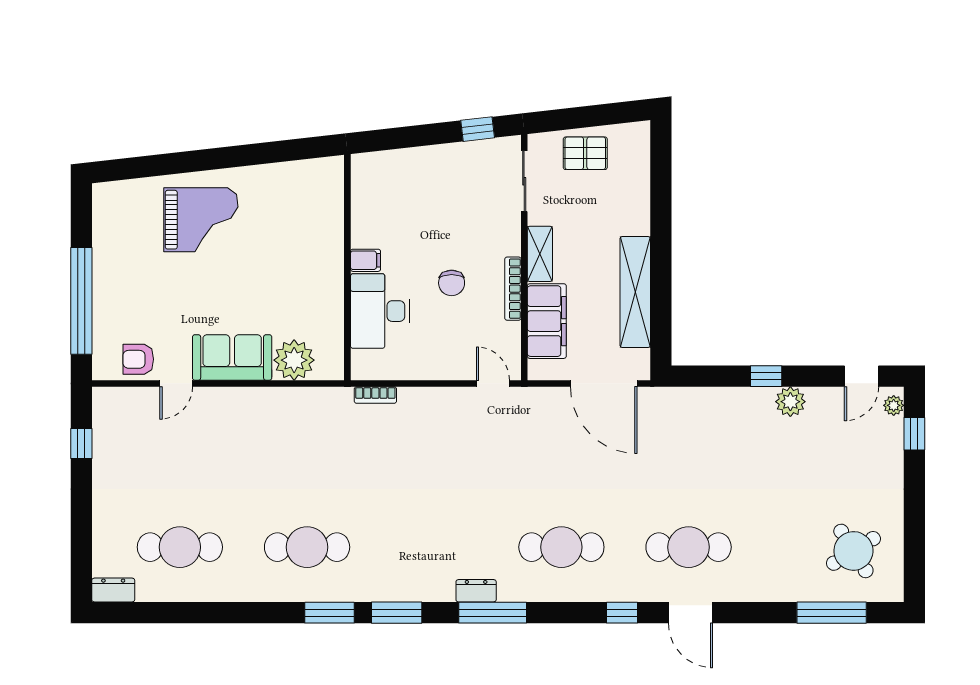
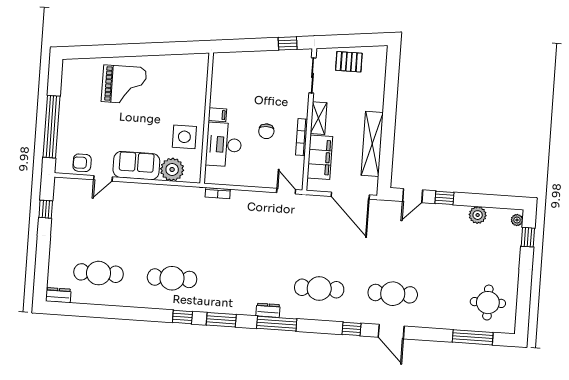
side table: (311, 302) -> (184, 137), added
door: (861, 376) -> (413, 196), moved
plant: (790, 402) -> (478, 215), moved
round table: (853, 551) -> (488, 303), turned 32
window: (330, 613) -> (182, 317), width x0.67

